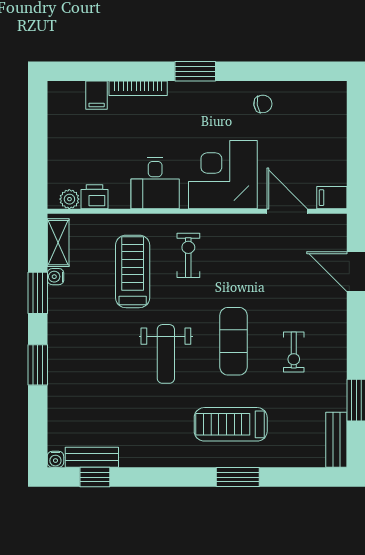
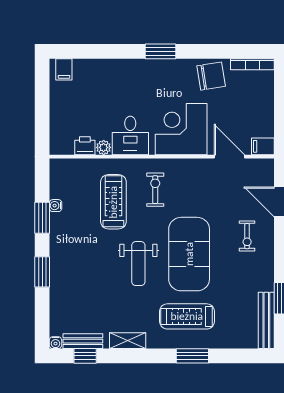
bookcase: (138, 88) -> (252, 64), moved
filing cabinet: (97, 95) -> (64, 69), moved
chair: (263, 104) -> (211, 76), width x1.87, depth x1.87
plant: (69, 199) -> (104, 147), moved
shelving: (58, 243) -> (128, 341), moved, turned 90
exercise mat: (234, 341) -> (189, 254), width x2.00, depth x1.45
exercise bike: (294, 352) -> (247, 236), moved
bench: (336, 440) -> (266, 320), width x1.36

